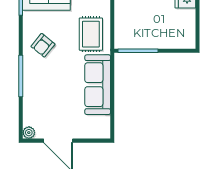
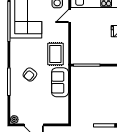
armchair: (43, 45) -> (30, 75), moved
sofa: (98, 85) -> (60, 82), width x0.73

